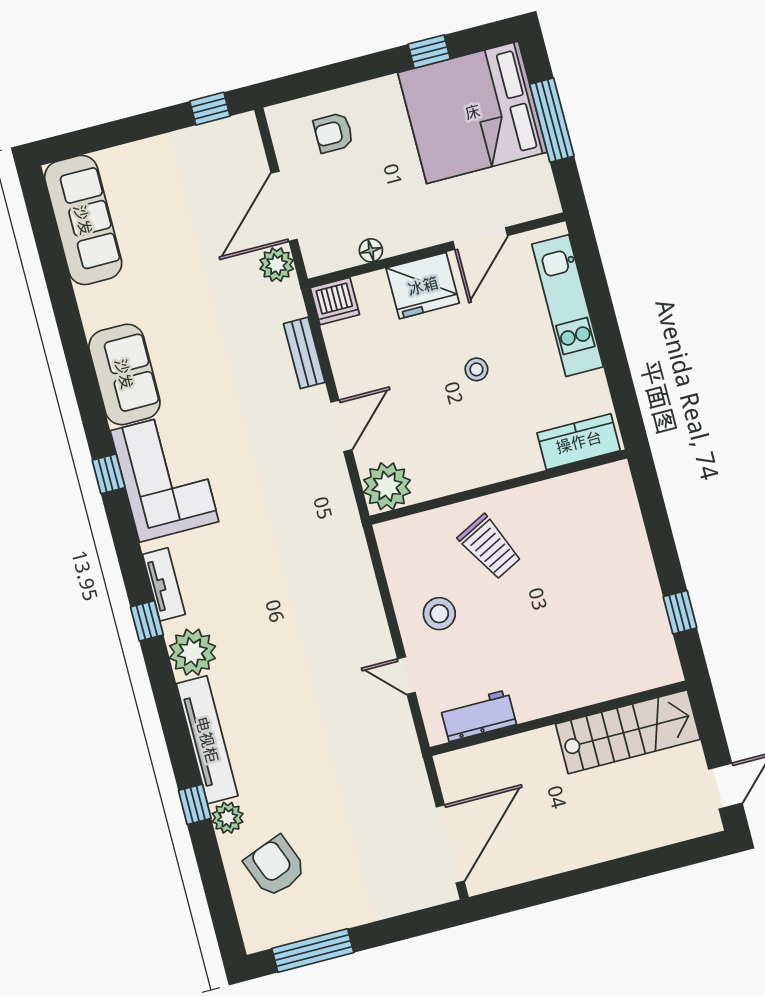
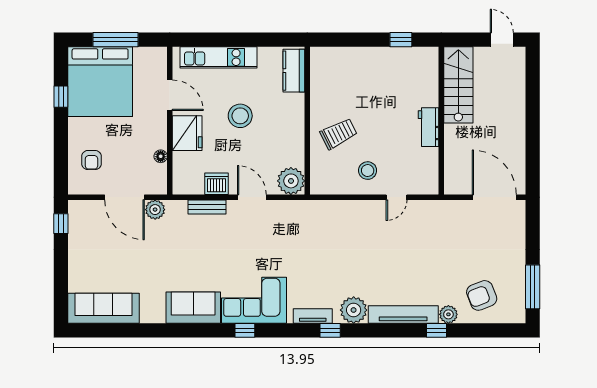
dishwasher: (335, 301) -> (216, 184), moved, turned -90
stool: (476, 369) -> (240, 116), width x1.89, depth x1.89
workbench: (478, 716) -> (429, 127), moved

